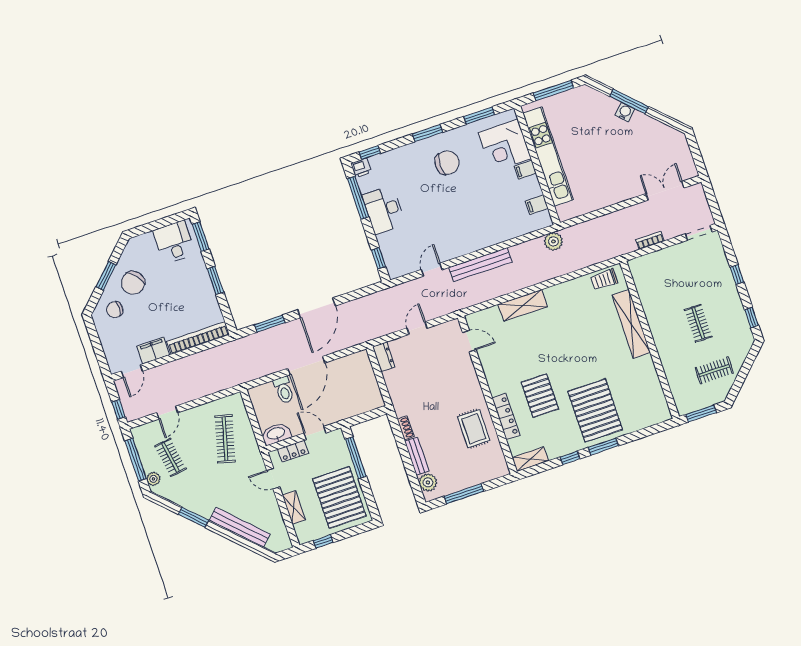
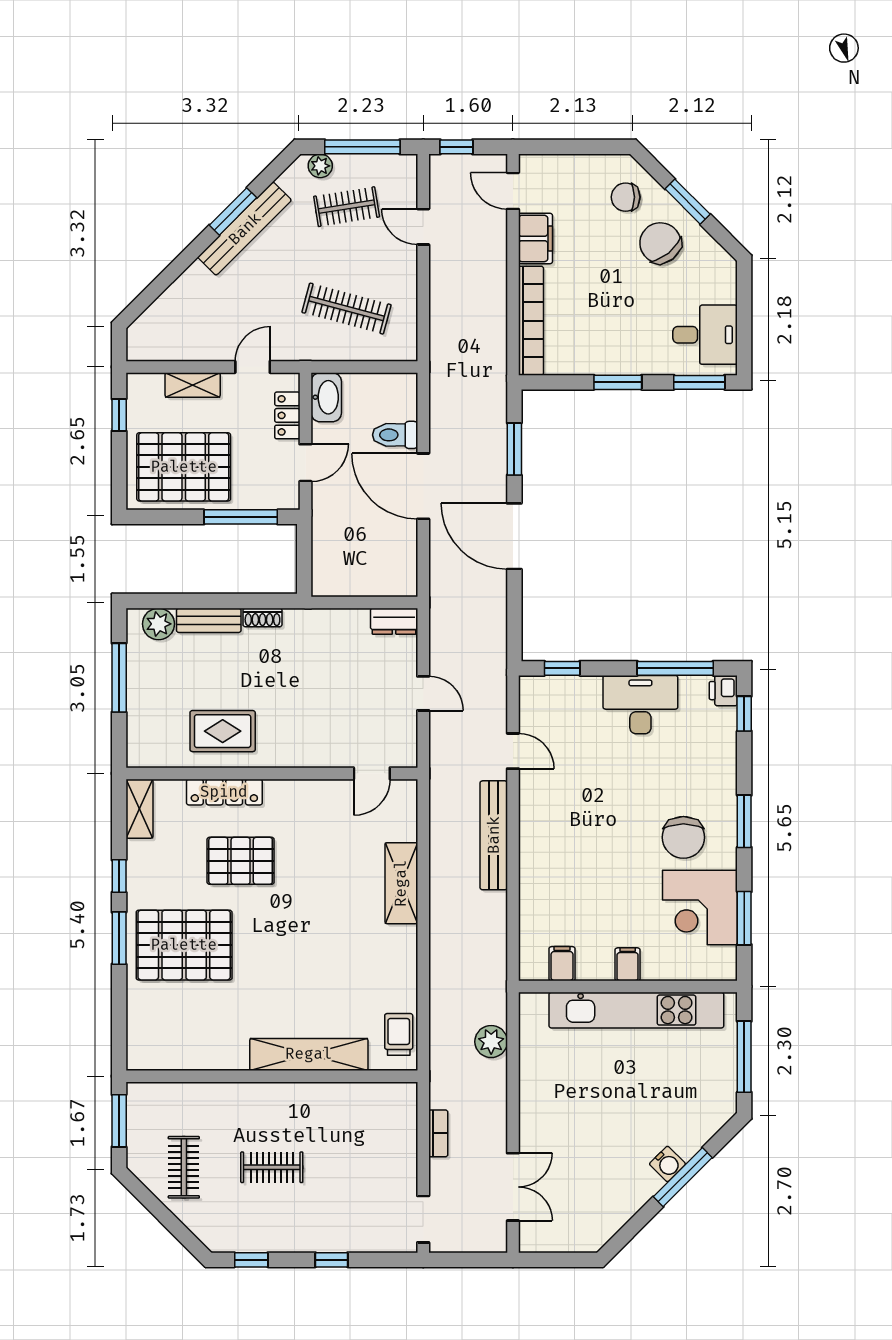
corner desk: (505, 146) -> (700, 908), moved, turned -90
plant: (553, 241) -> (491, 1042), moved
chair: (115, 310) -> (626, 197), turned -90
bench: (240, 527) -> (245, 229), moved

